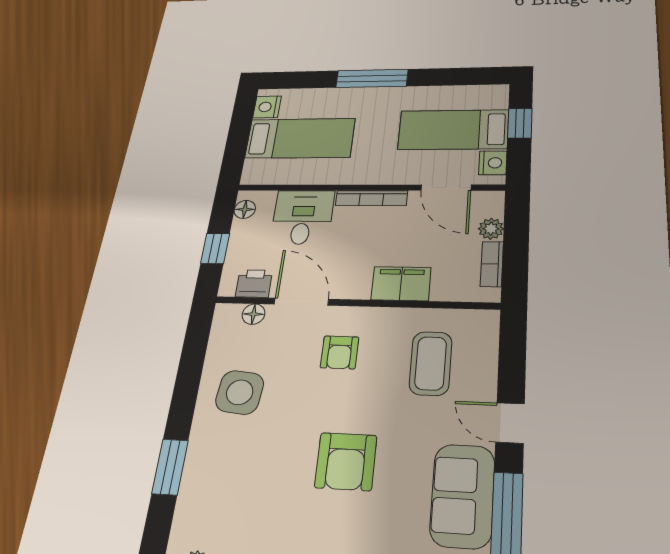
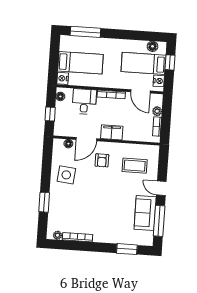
window: (372, 78) -> (85, 32), moved
floor lamp: (475, 95) -> (153, 46), added
nightstand: (267, 107) -> (63, 78), moved
printer: (254, 284) -> (67, 131), removed
filing cabinet: (401, 284) -> (112, 132), moved
door: (301, 302) -> (86, 139), swing flipped
coffee table: (431, 363) -> (135, 166), turned 90
armchair: (346, 461) -> (106, 201), removed

